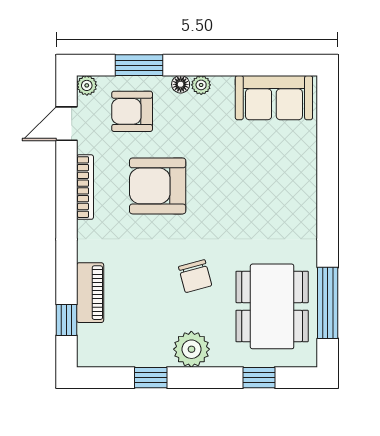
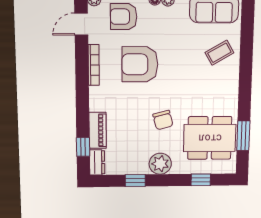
coffee table: (284, 167) -> (219, 53), added
window: (328, 303) -> (243, 136), width x0.69
dining table: (272, 306) -> (210, 138), turned 90
dresser: (89, 346) -> (97, 162), added

